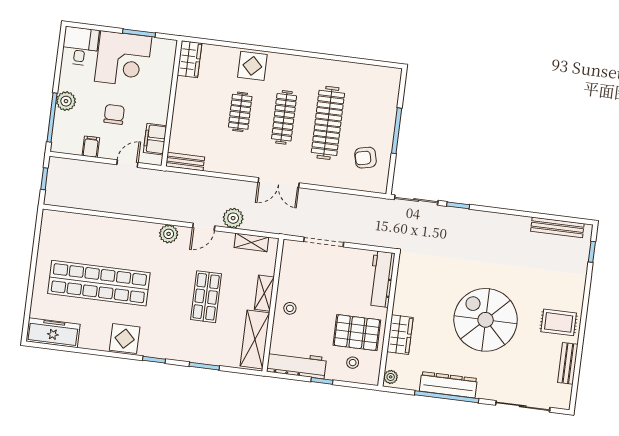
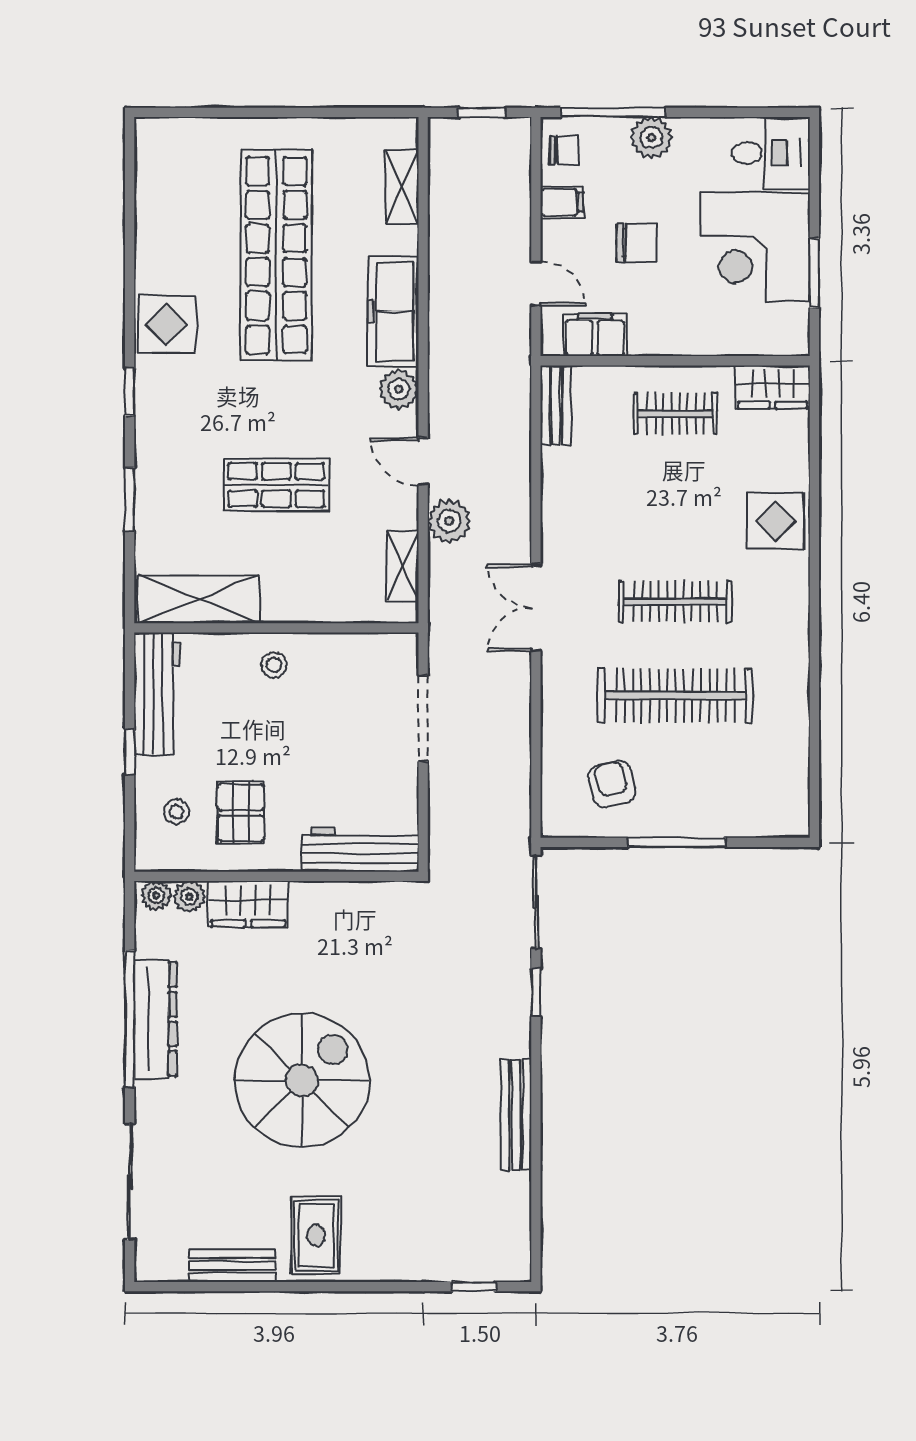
clothes rail: (240, 112) -> (675, 414), moved
chair: (67, 142) -> (565, 150), added
bench: (557, 227) -> (516, 1115), moved
shelving: (264, 293) -> (402, 187), moved, turned 90
freezer: (53, 333) -> (393, 311), moved, turned 180
pallet: (357, 333) -> (241, 813), width x0.67, depth x0.71
plant: (393, 361) -> (189, 896), added

